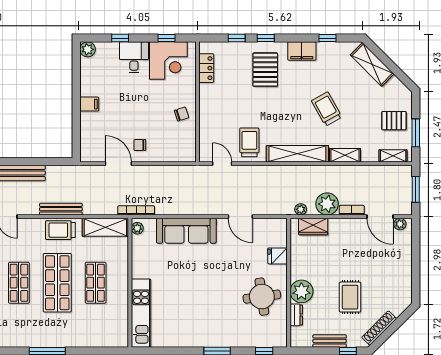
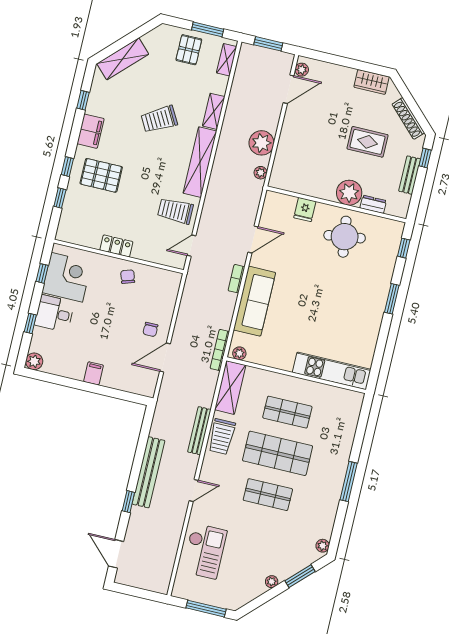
locker: (206, 68) -> (116, 246), moved
bookcase: (352, 210) -> (236, 279), moved
wardrobe: (313, 226) -> (372, 82), moved, turned 90

